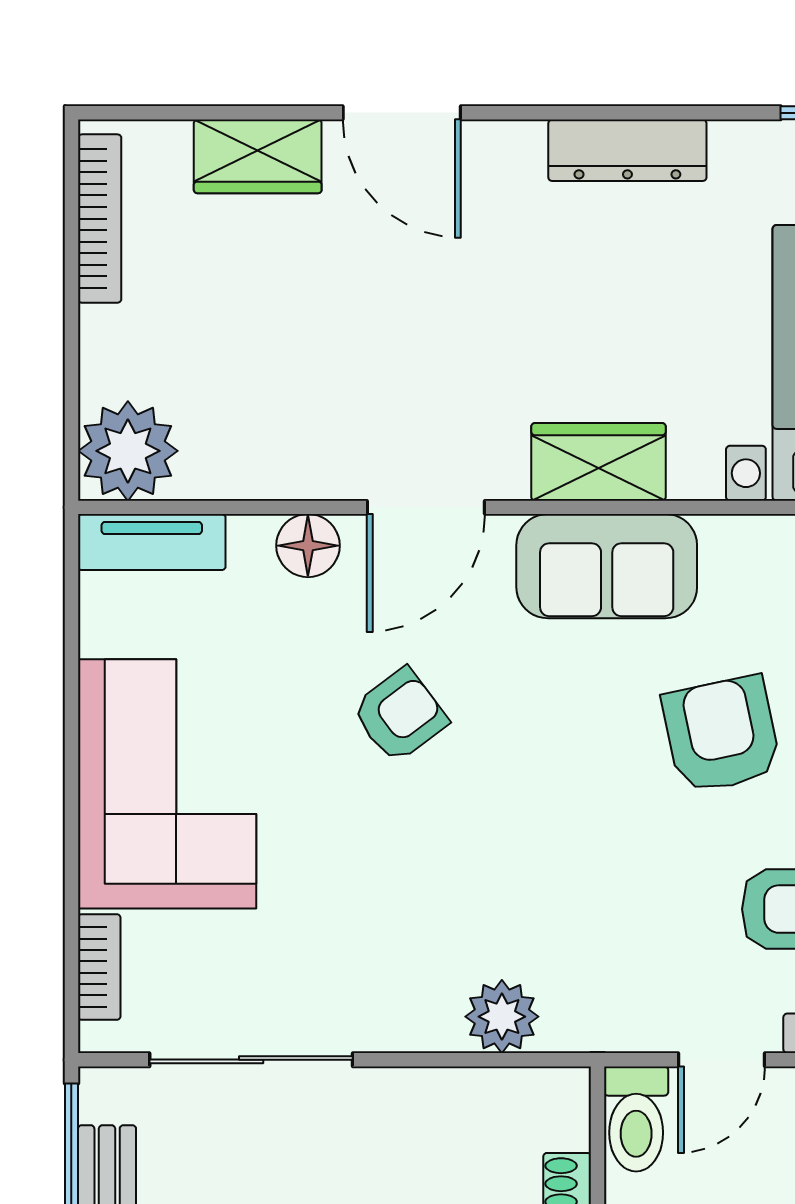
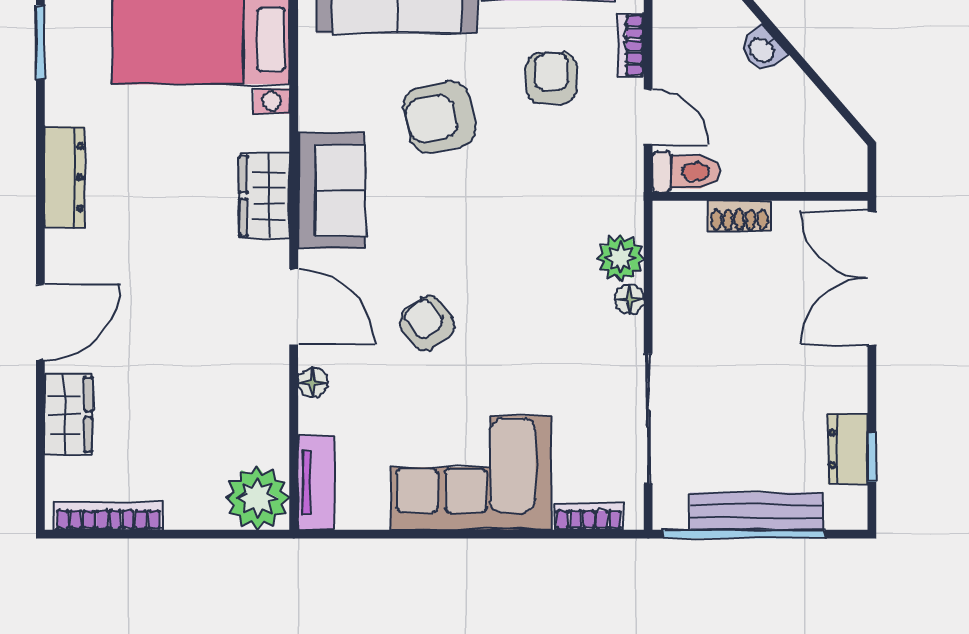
floor lamp: (308, 546) -> (313, 382), width x0.73, depth x0.73
floor lamp: (437, 1031) -> (629, 299), added

